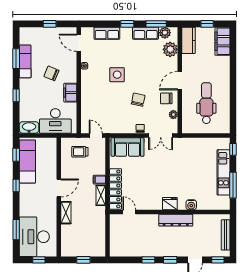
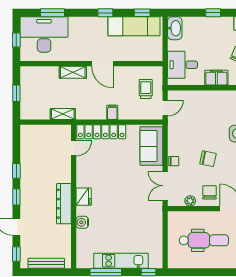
desk: (55, 121) -> (182, 65), width x0.73
shelving: (101, 195) -> (63, 114), moved

